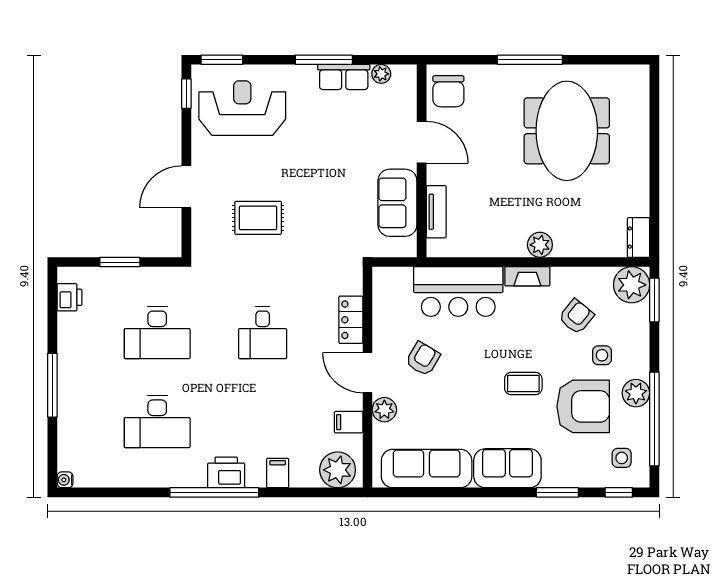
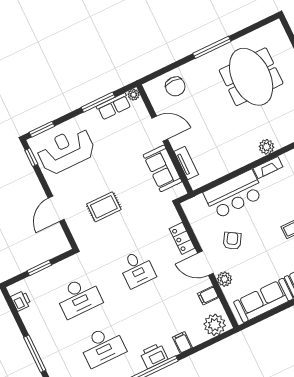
door: (422, 142) -> (160, 129), moved
wall: (422, 161) -> (165, 139), moved
sofa: (397, 203) -> (162, 168), moved
tv unit: (436, 212) -> (186, 163), moved

